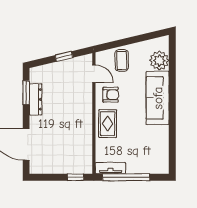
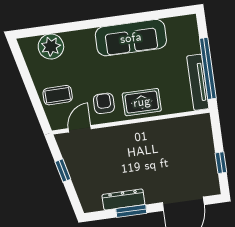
window: (26, 93) -> (131, 211), moved
sofa: (158, 98) -> (131, 38), moved
tv unit: (111, 168) -> (198, 82), width x1.41
window: (76, 177) -> (221, 163), moved

